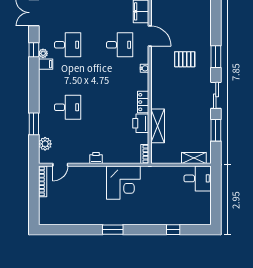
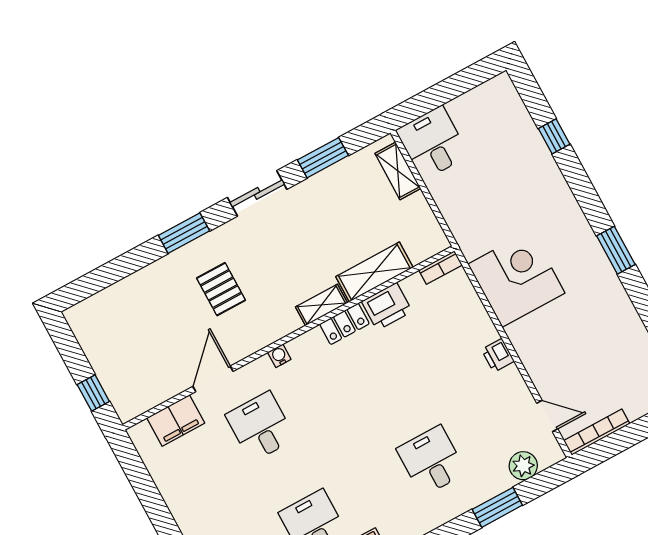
shelving: (156, 97) -> (321, 305), added

